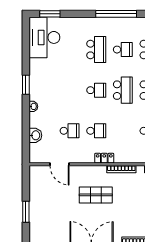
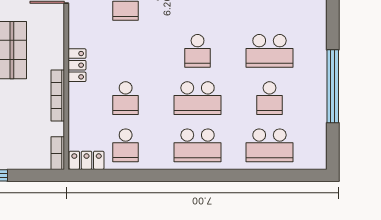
school desk: (96, 131) -> (126, 98), moved

